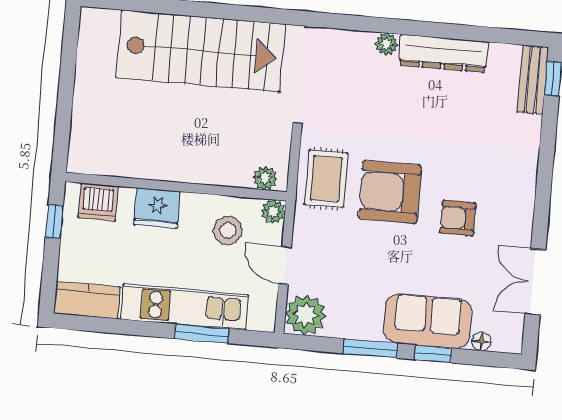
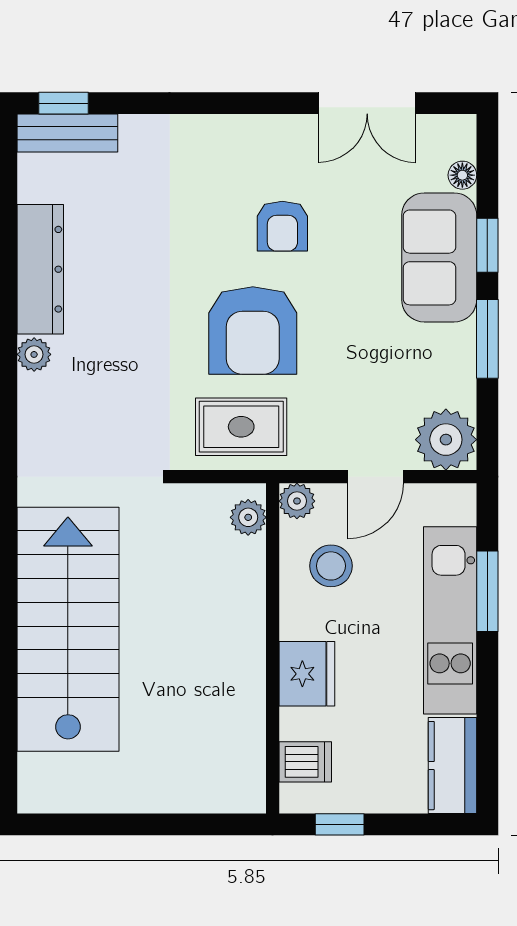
dishwasher: (98, 202) -> (305, 762), width x0.73

